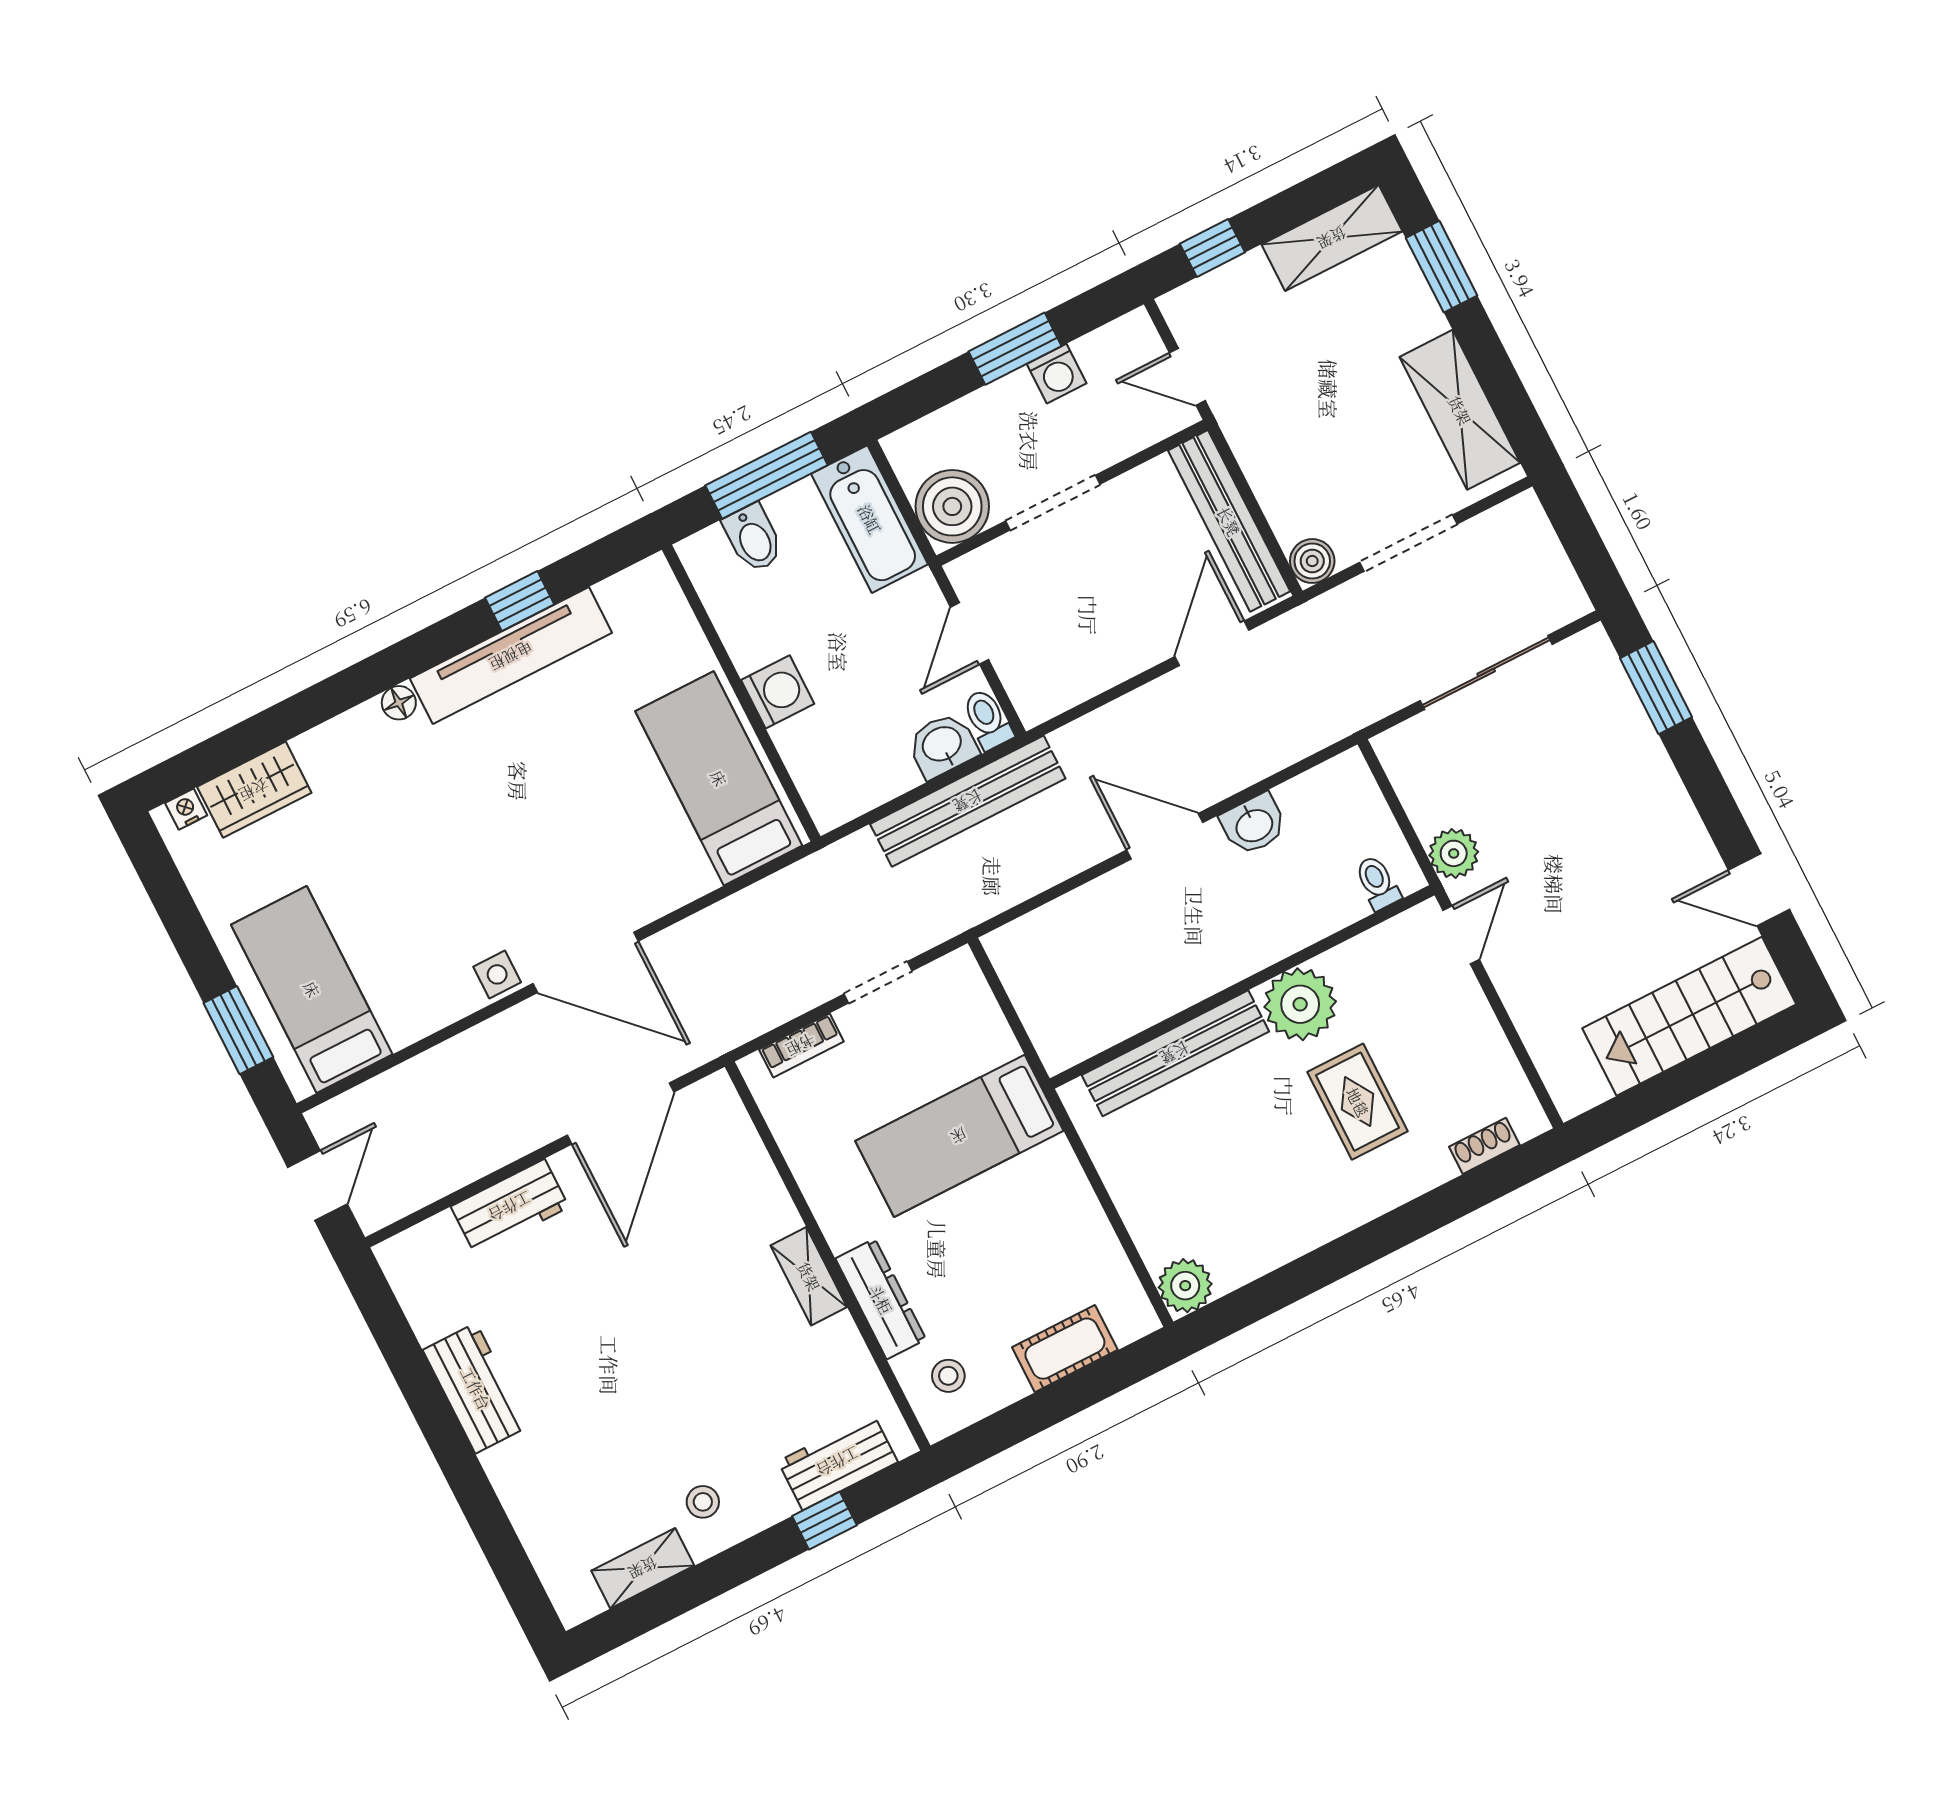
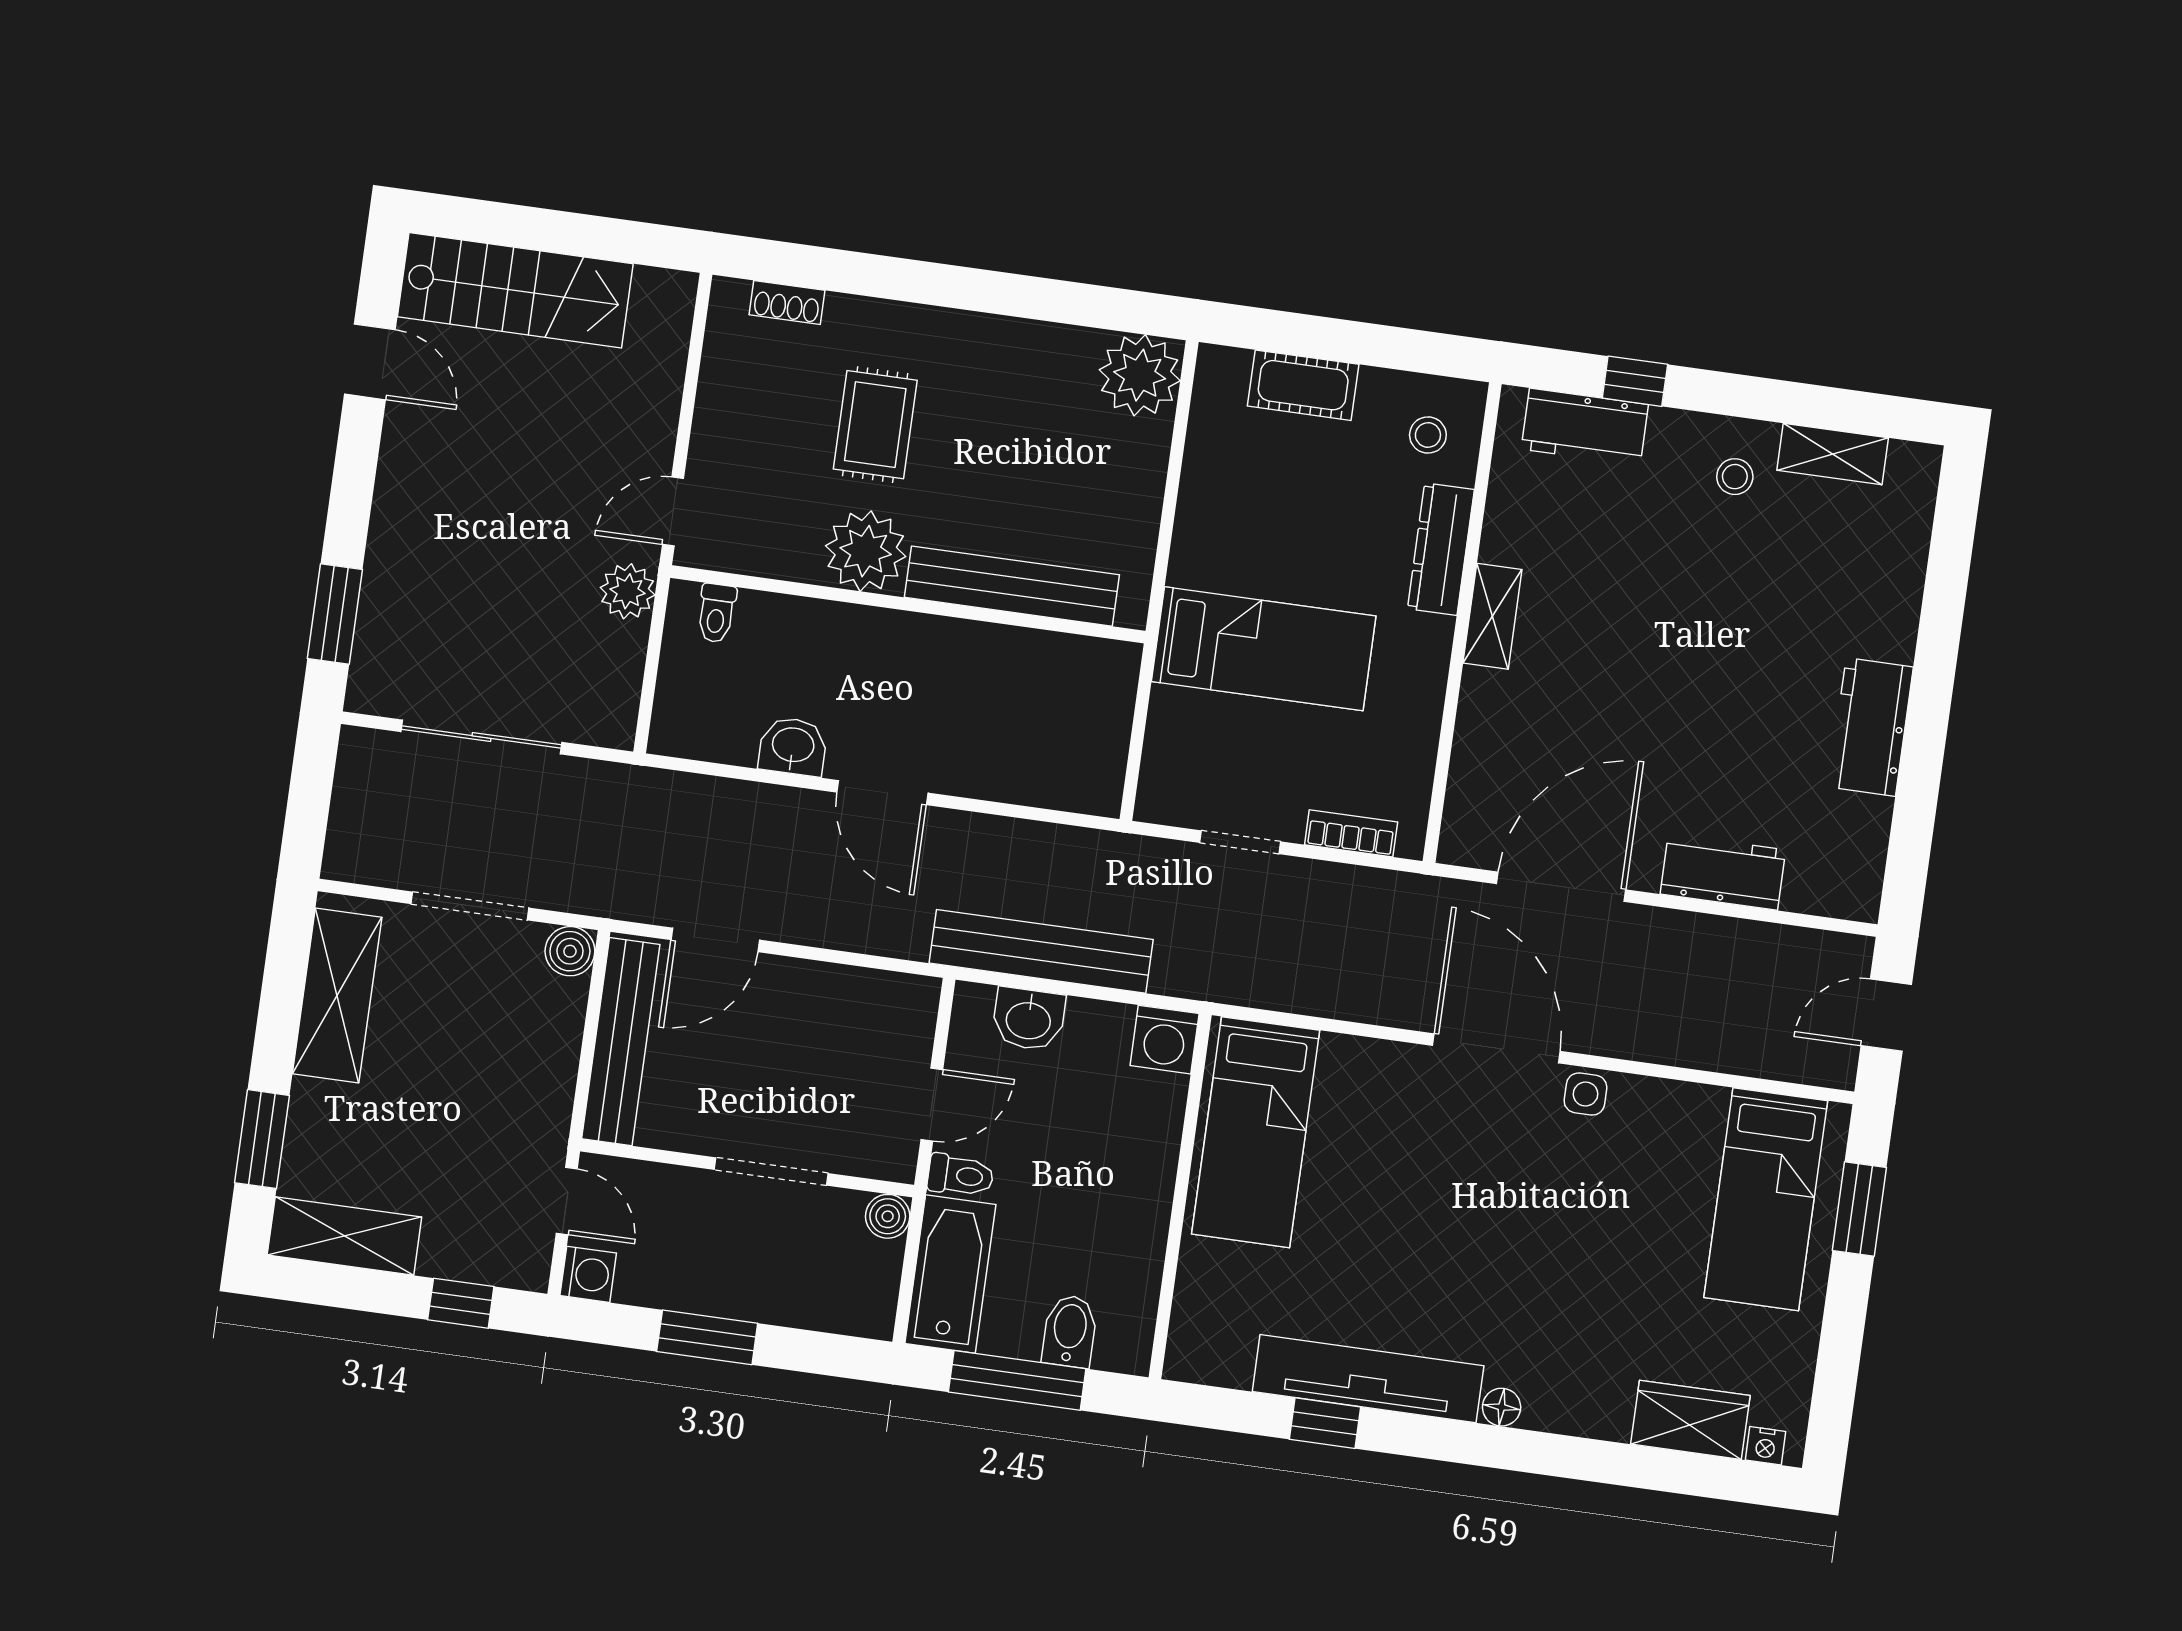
washing machine: (1057, 374) -> (588, 1274), moved, turned 90
boiler: (952, 506) -> (888, 1216), width x0.54, depth x0.54
washing machine: (778, 692) -> (1165, 1040), moved, turned -90
toilet: (987, 719) -> (961, 1175), moved, turned -90
plant: (1185, 1286) -> (1140, 375), width x1.36, depth x1.36

